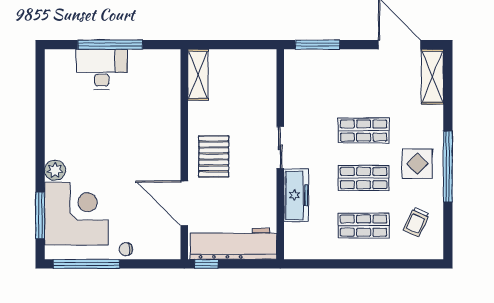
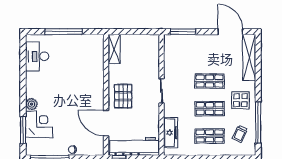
desk: (102, 69) -> (37, 56), moved, turned -90
shelving: (432, 77) -> (249, 57), width x1.47
window: (448, 167) -> (258, 123), moved
freezer: (296, 195) -> (171, 133), moved
corner desk: (76, 214) -> (39, 124), width x0.74, depth x0.74

